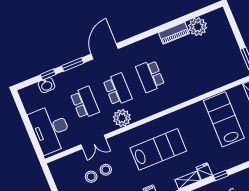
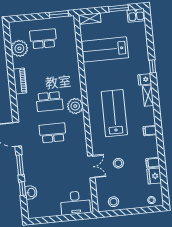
piano: (174, 33) -> (20, 81), moved
school desk: (85, 103) -> (43, 39), moved
plant: (122, 118) -> (75, 106), moved
desk: (51, 129) -> (75, 203), width x0.73, depth x0.77
stool: (91, 177) -> (114, 202), moved

